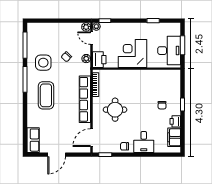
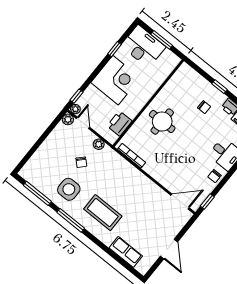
door: (91, 38) -> (83, 123), swing flipped
desk: (169, 51) -> (143, 46), moved
corner desk: (133, 53) -> (116, 80), moved, turned 180
printer: (99, 60) -> (120, 123), moved, turned -90
row of seats: (85, 99) -> (137, 178), removed
round table: (115, 110) -> (162, 122), moved
door: (91, 138) -> (180, 202), swing flipped
row of seats: (33, 140) -> (126, 252), moved

